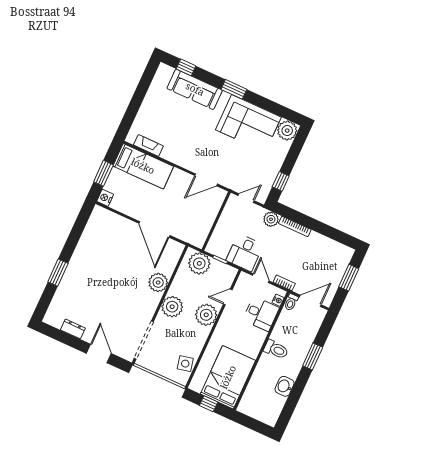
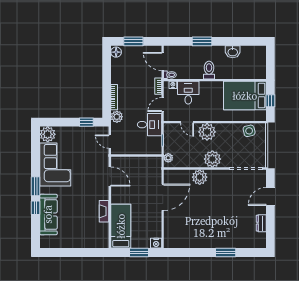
window: (186, 67) -> (35, 208), moved
fireplace: (148, 145) -> (104, 211), moved
floor lamp: (345, 252) -> (116, 52), added
plant: (199, 263) -> (168, 158), width x0.53, depth x0.53

